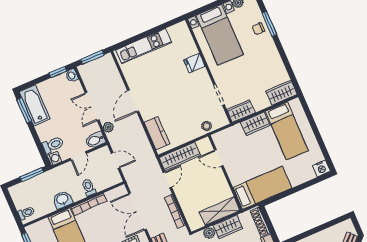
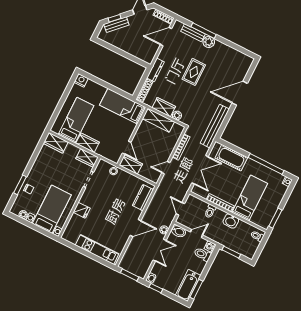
wardrobe: (180, 156) -> (131, 165), moved, width x0.67

